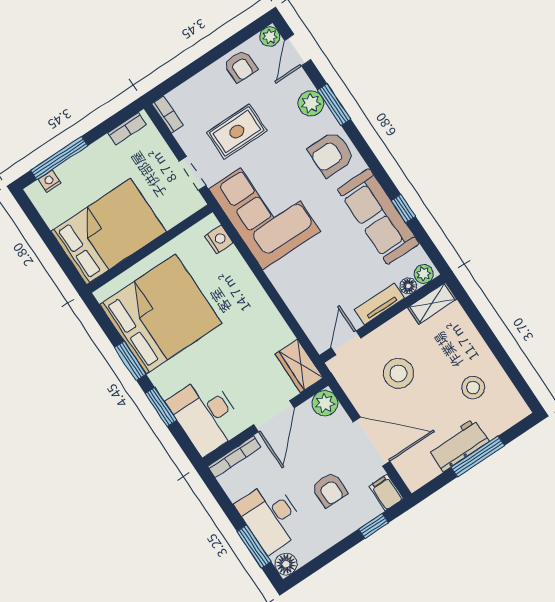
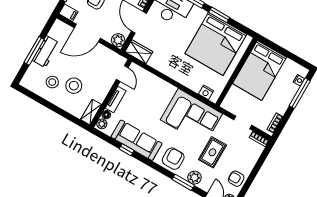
rug: (237, 132) -> (212, 152), moved
doorway: (193, 173) -> (243, 122), moved
stool: (398, 373) -> (74, 86), moved

